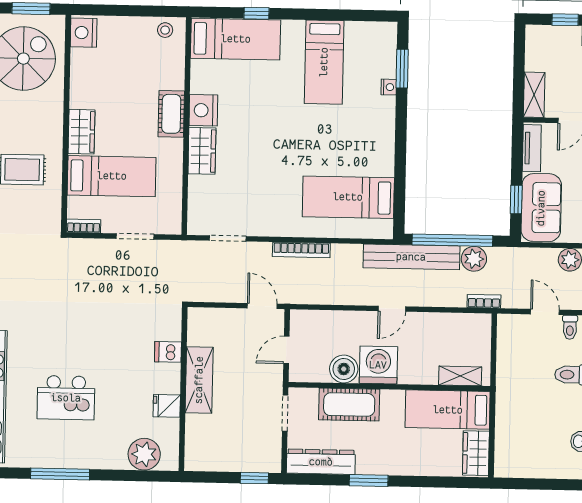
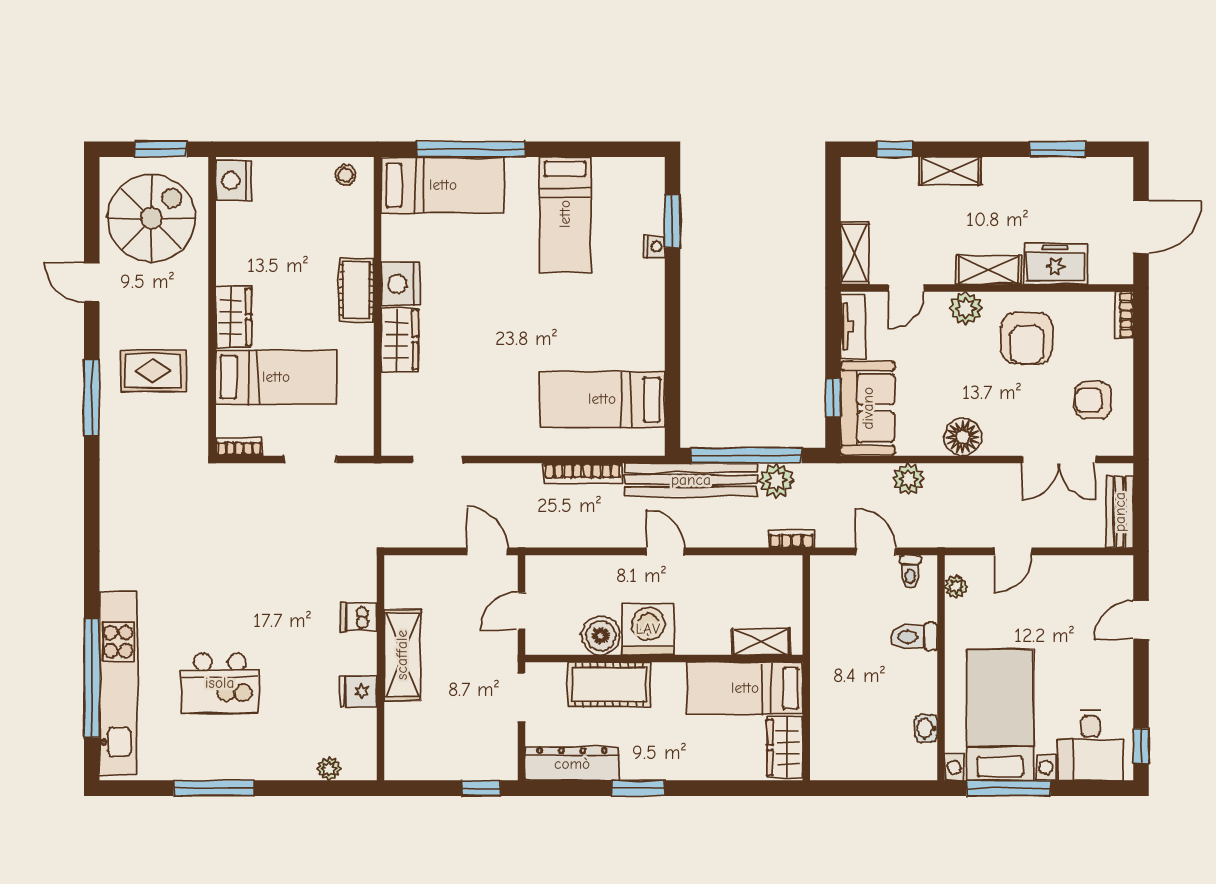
window: (257, 13) -> (471, 149), width x3.17
bookcase: (301, 250) -> (583, 473), moved
door: (392, 309) -> (665, 551), swing flipped
plant: (144, 454) -> (329, 769), width x0.53, depth x0.53

